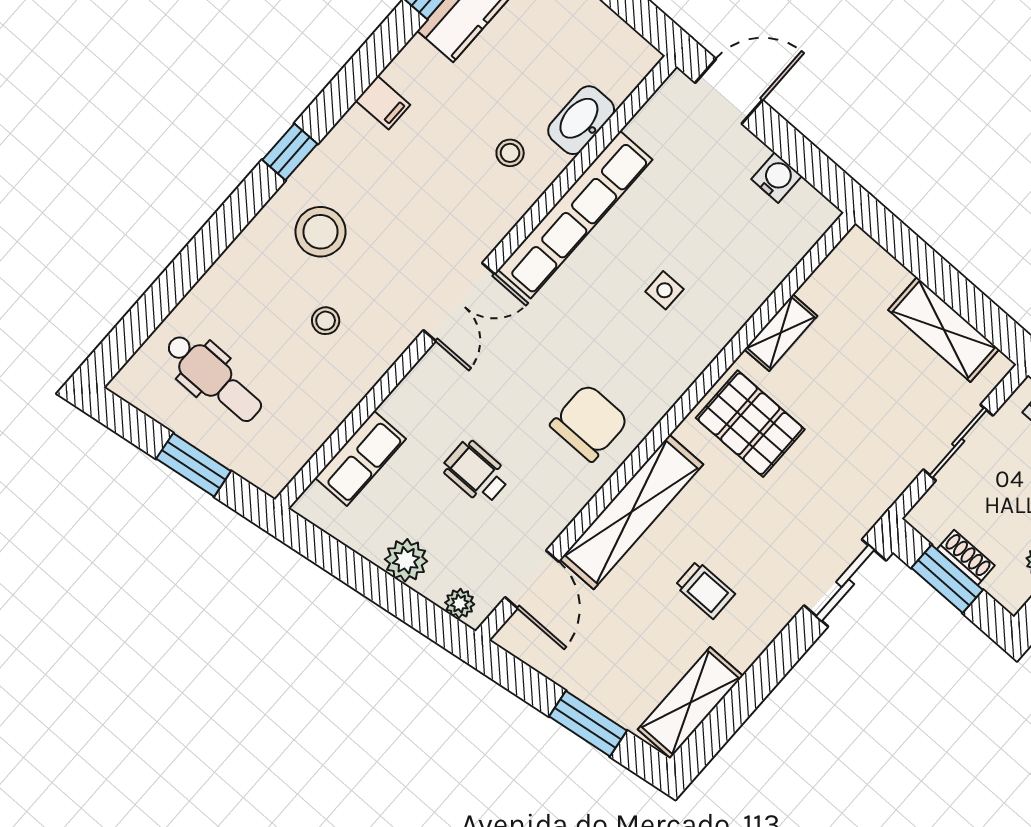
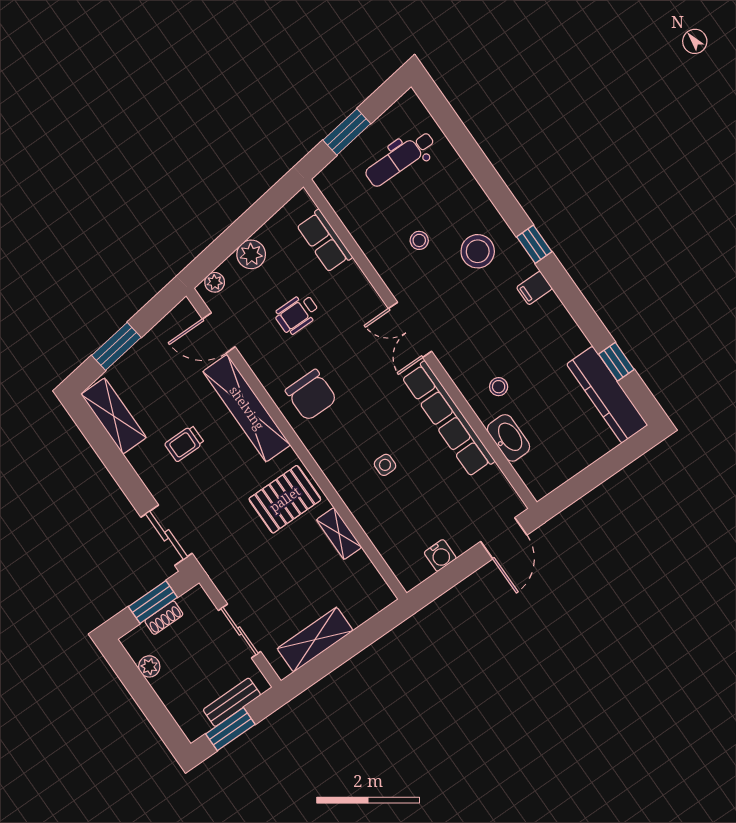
filing cabinet: (383, 103) -> (534, 288), moved
wheelchair: (476, 472) -> (297, 314), turned 180

